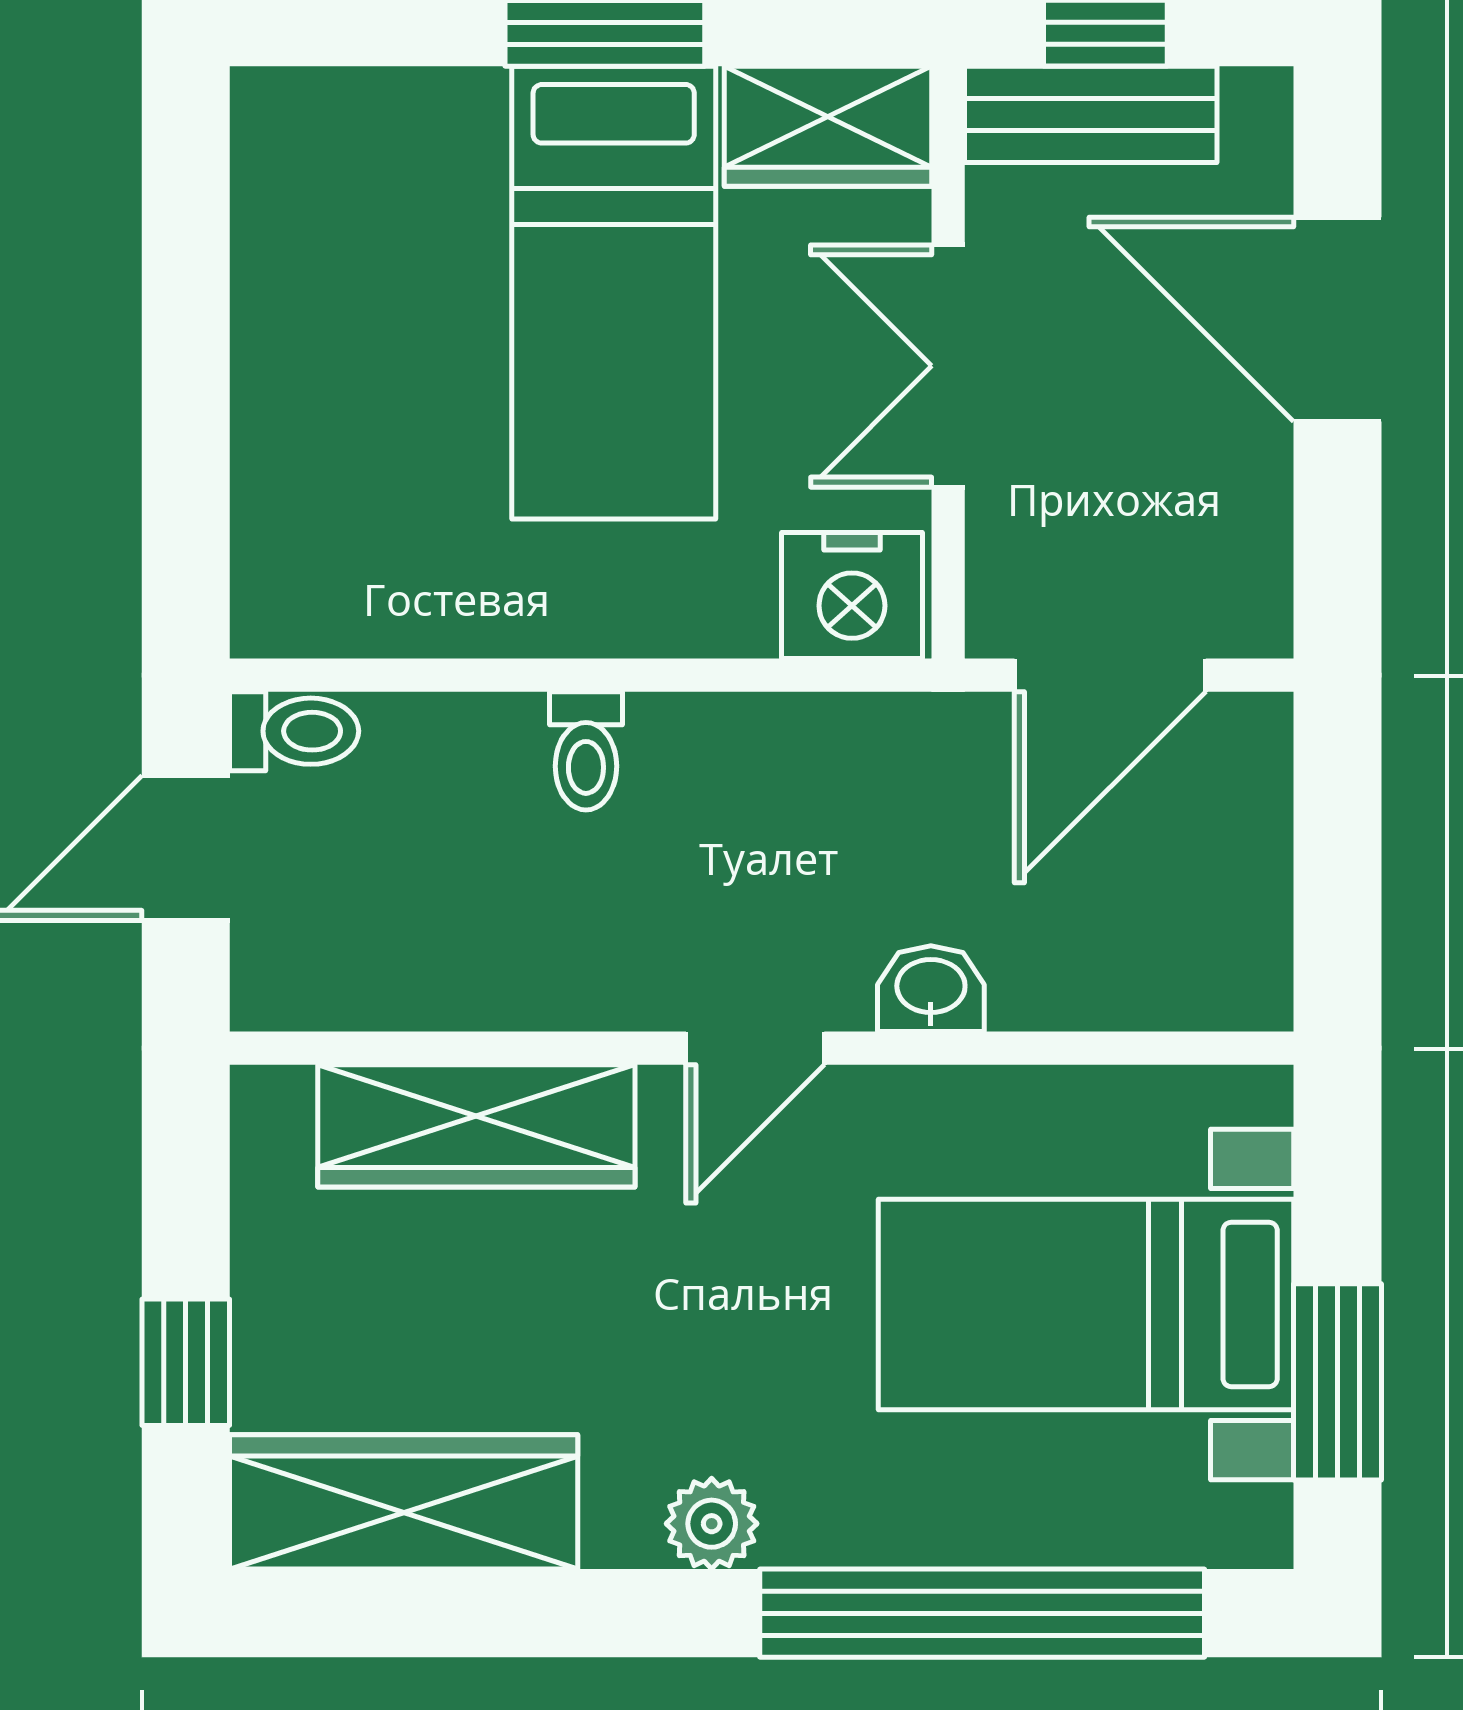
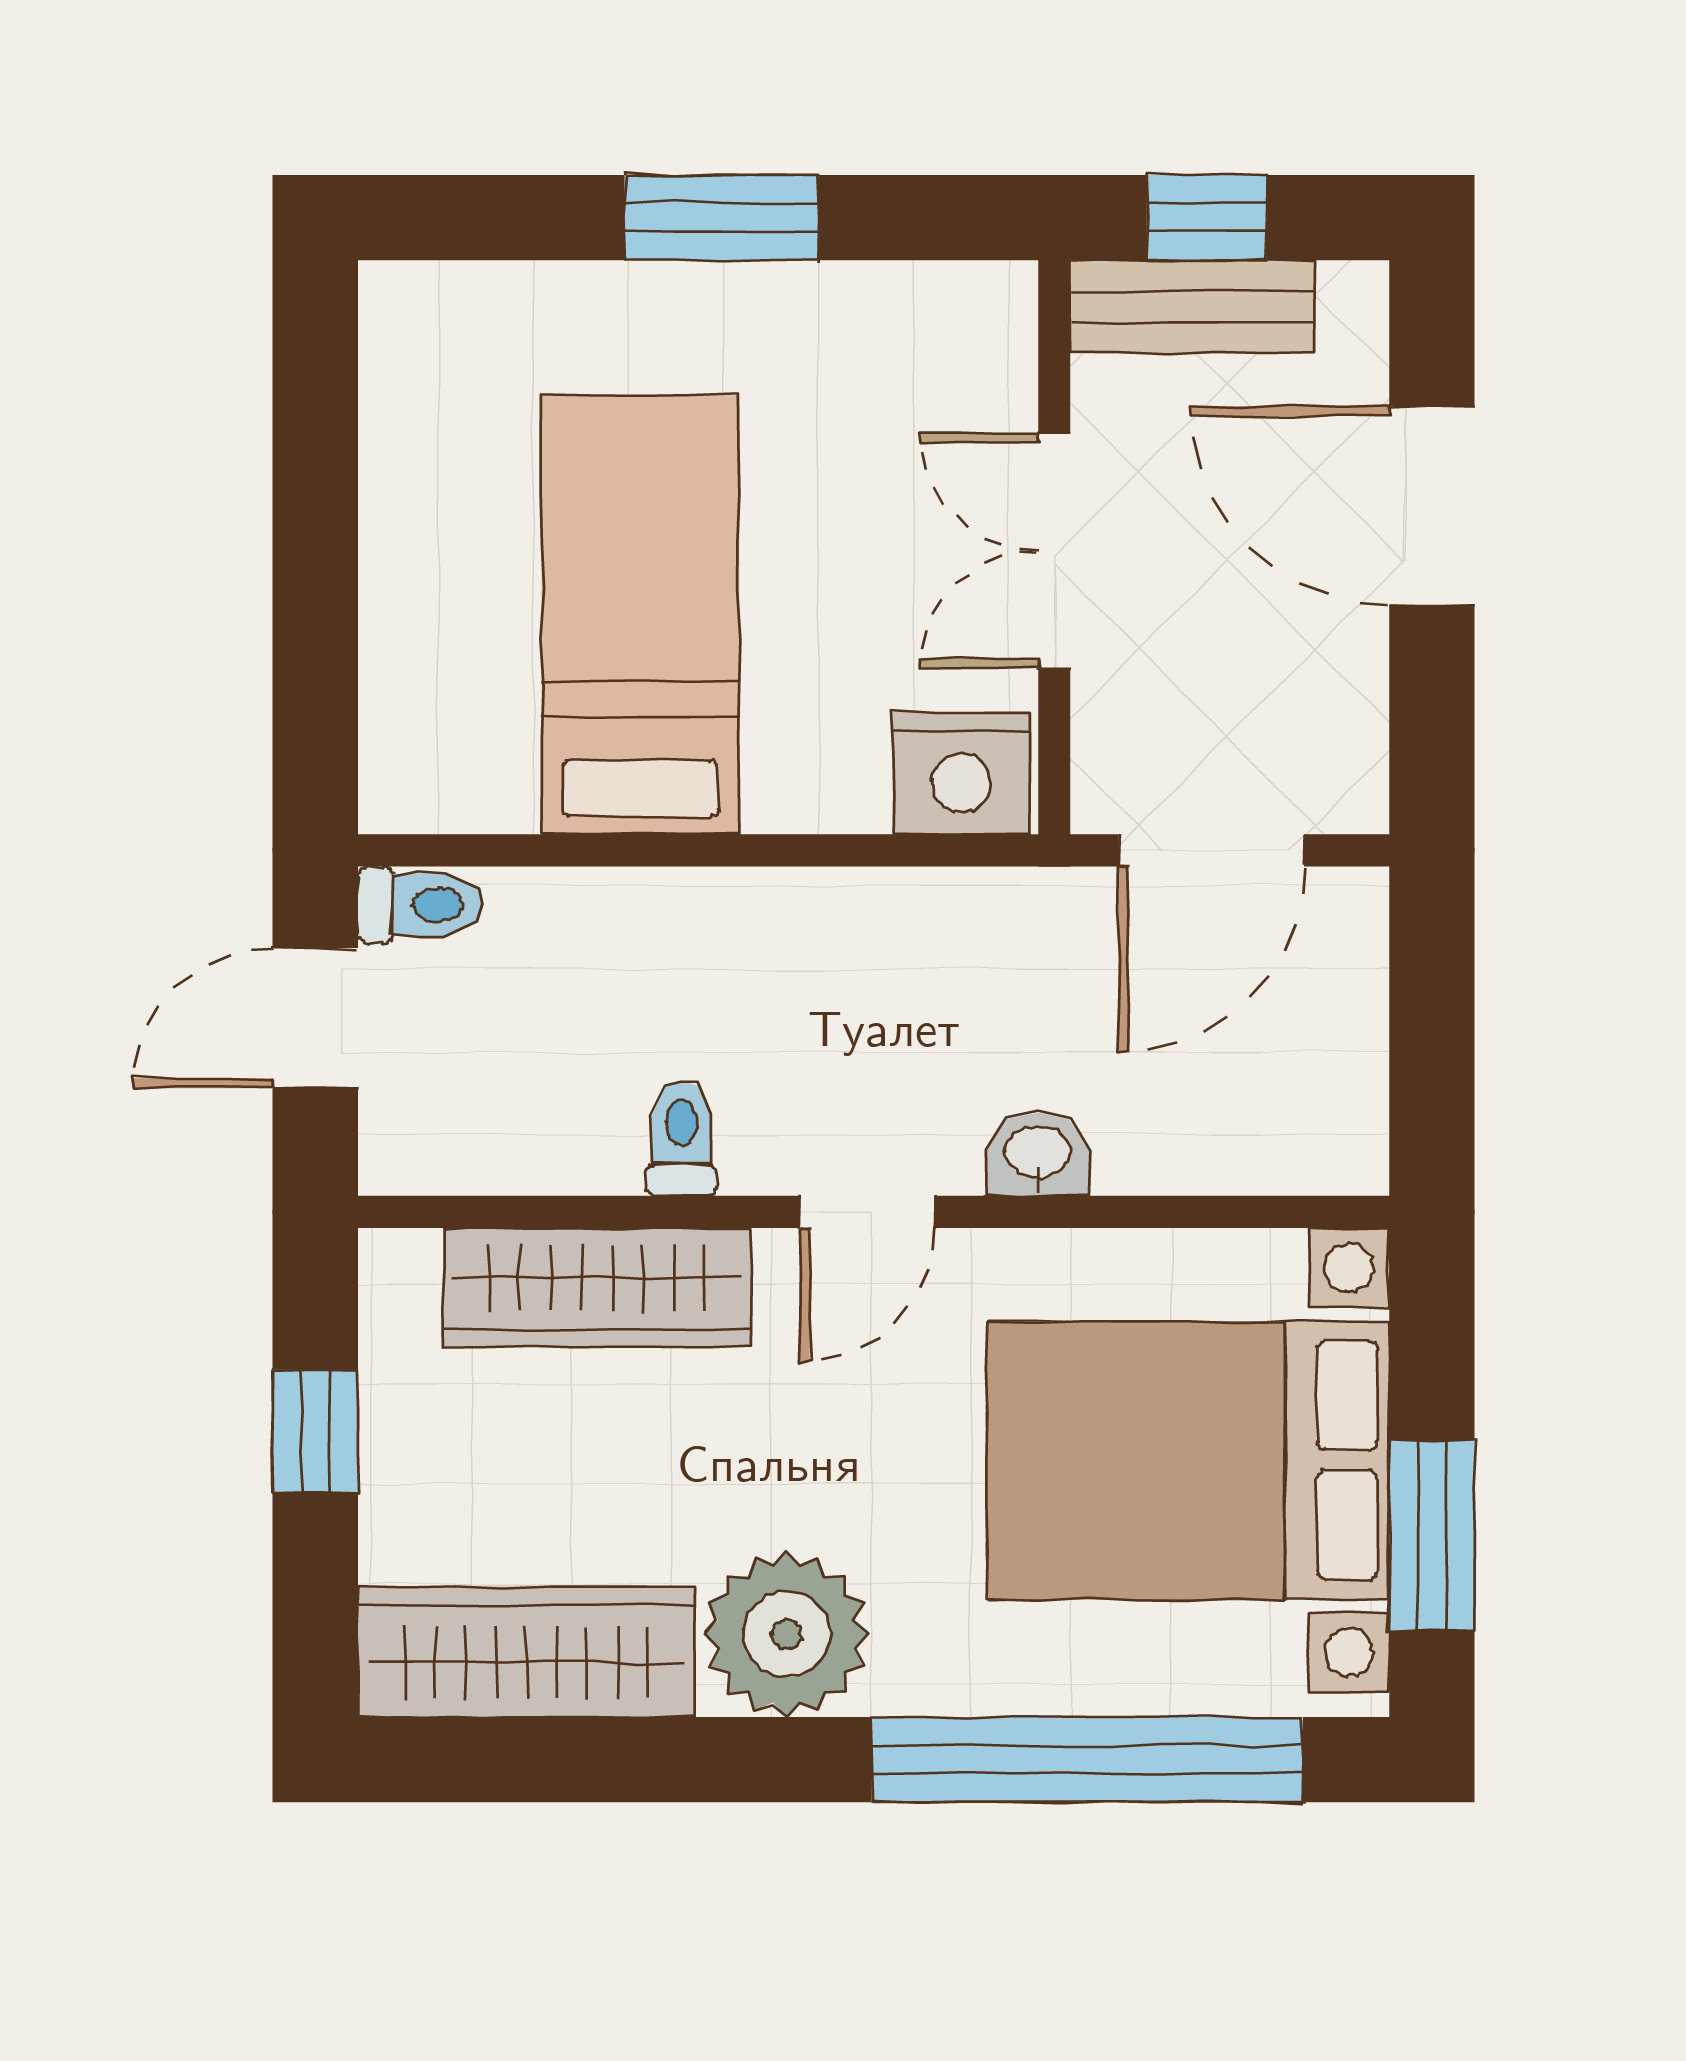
wardrobe: (828, 126) -> (938, 318), removed
bed: (614, 293) -> (640, 615), moved, turned 180
toilet: (586, 751) -> (682, 1138), moved, turned 180
bed with nightstands: (1086, 1304) -> (1188, 1460), width x1.36
window: (186, 1362) -> (315, 1431), moved
plant: (712, 1524) -> (786, 1634), width x1.88, depth x1.88

